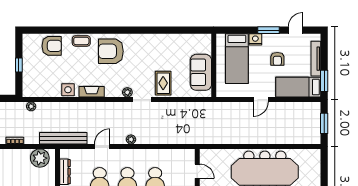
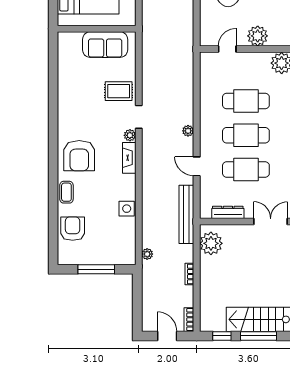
window: (19, 65) -> (96, 269), width x2.17
fireplace: (92, 92) -> (129, 158), moved

